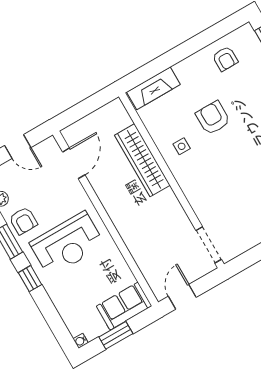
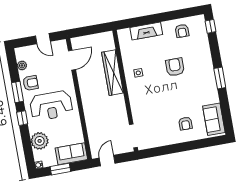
fireplace: (153, 88) -> (146, 31), moved
armchair: (213, 118) -> (175, 67), moved
armchair: (23, 221) -> (31, 83), turned -90
plant: (69, 304) -> (40, 141), added

